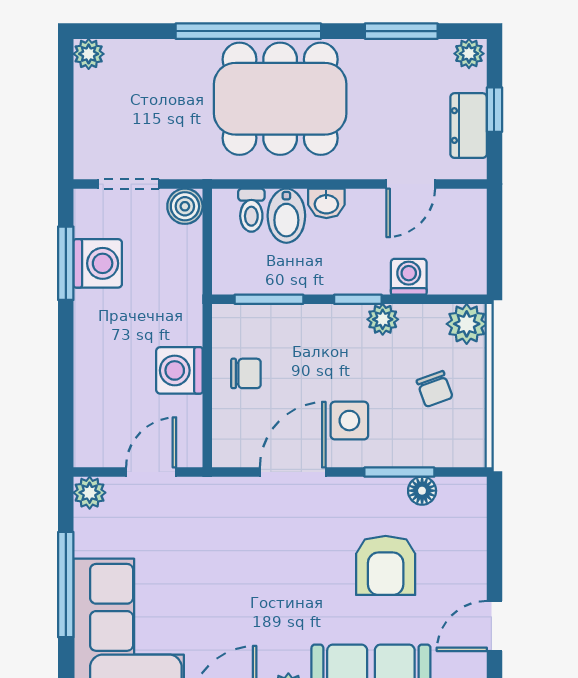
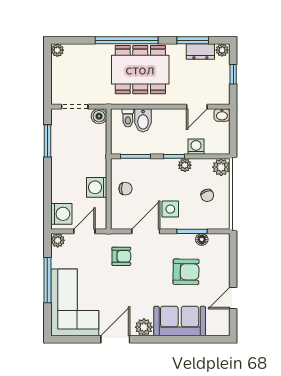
dresser: (469, 126) -> (200, 52), moved, turned -90
washbasin: (326, 203) -> (222, 115), moved
washing machine: (98, 263) -> (61, 214), moved
armchair: (236, 530) -> (121, 256), added
armchair: (386, 565) -> (186, 272), turned -89

